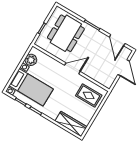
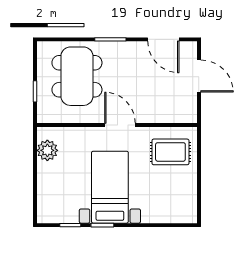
door: (72, 68) -> (120, 125), hinge flipped
bed with nightstands: (31, 87) -> (110, 187), moved, turned -90
wardrobe: (71, 124) -> (170, 213), removed

